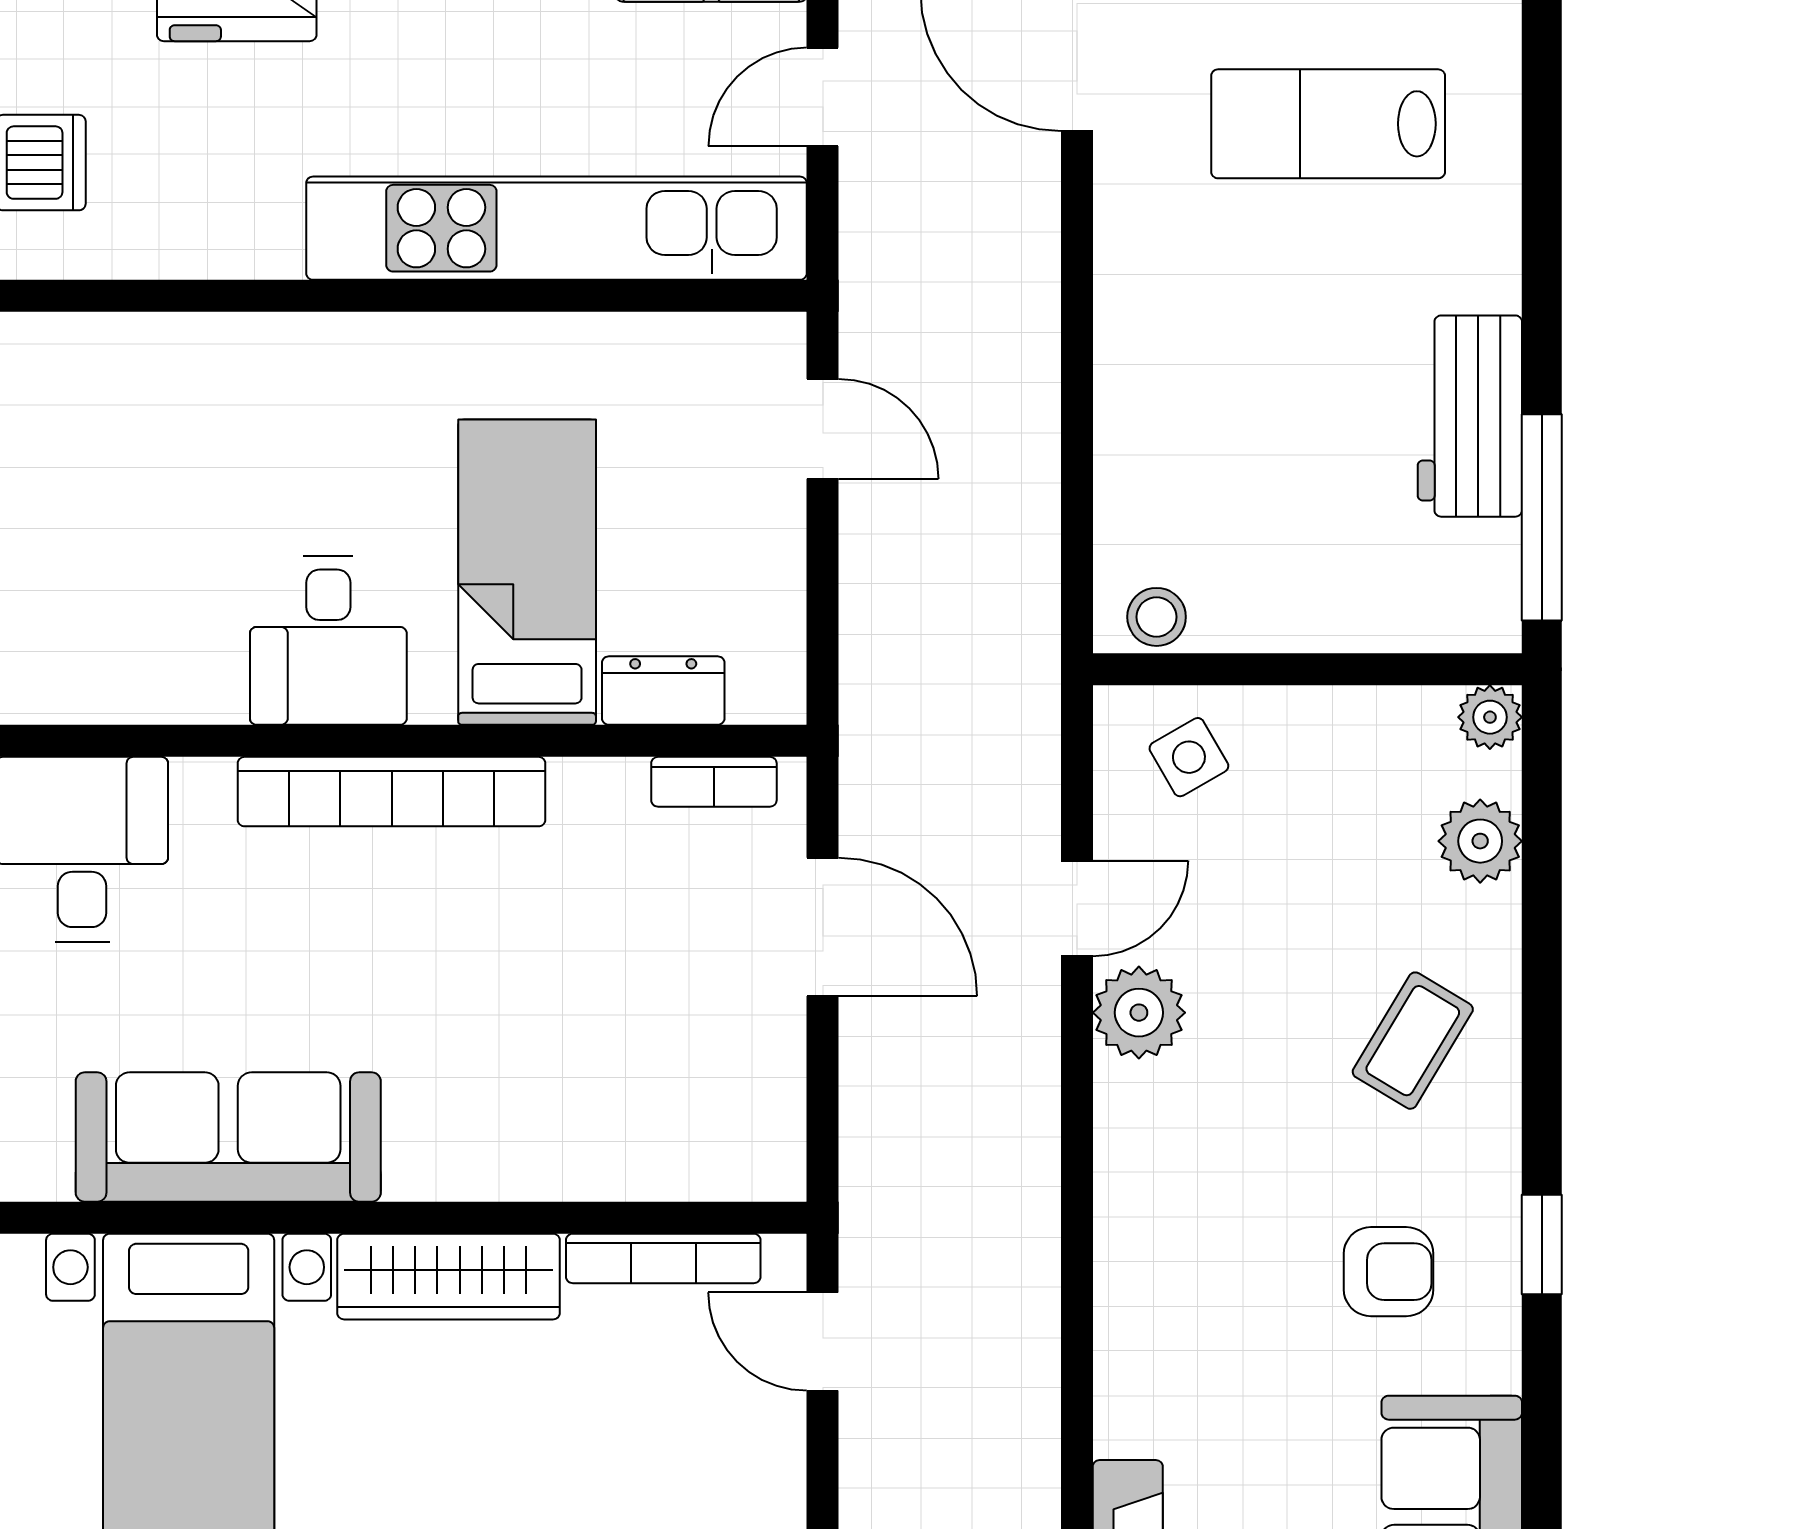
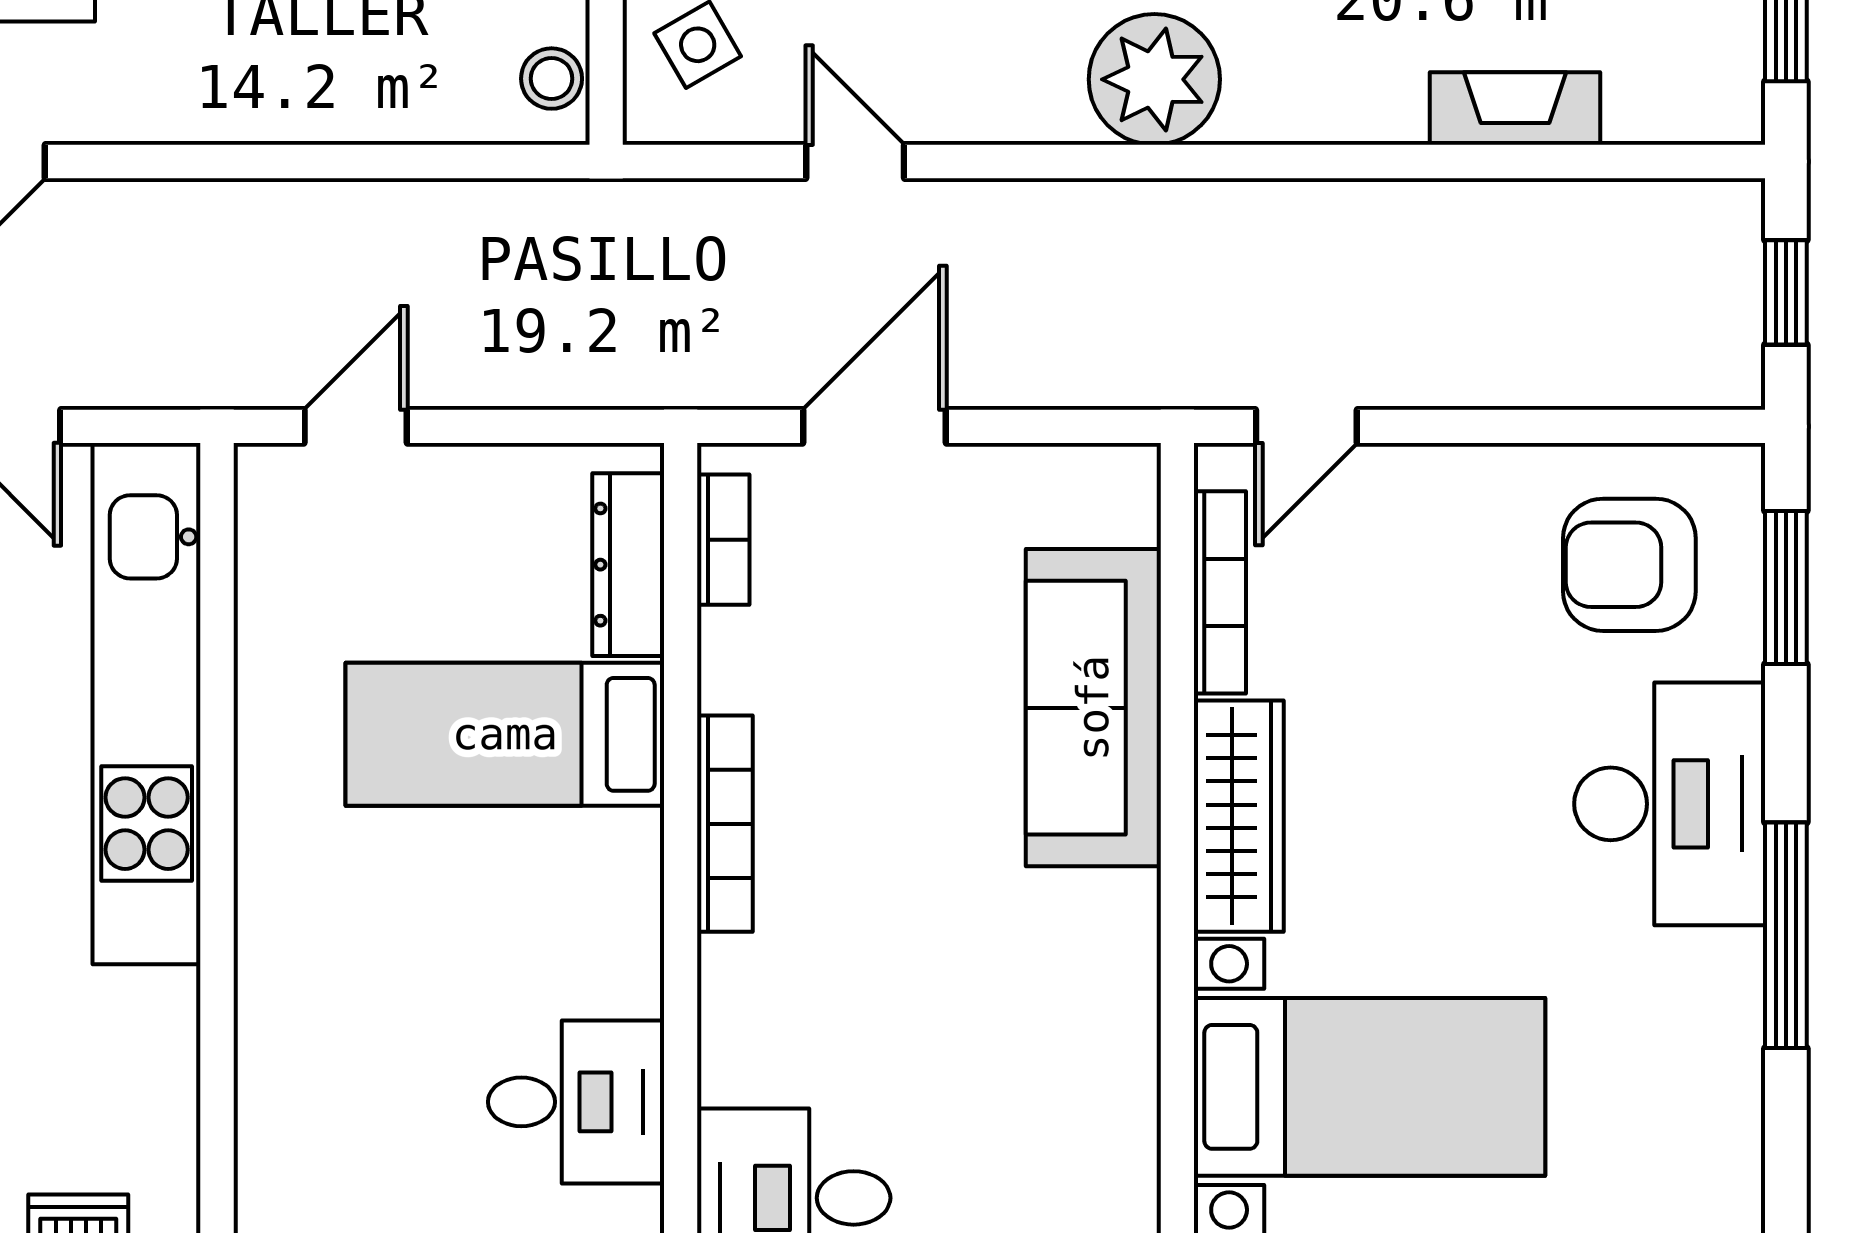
desk: (328, 640) -> (576, 1102), moved
dresser: (663, 691) -> (628, 565), width x1.44
bookcase: (392, 792) -> (725, 824), width x0.68, depth x0.76
plant: (1139, 1013) -> (1154, 79), moved, width x1.36, depth x1.36
sofa: (228, 1137) -> (1093, 708), moved

